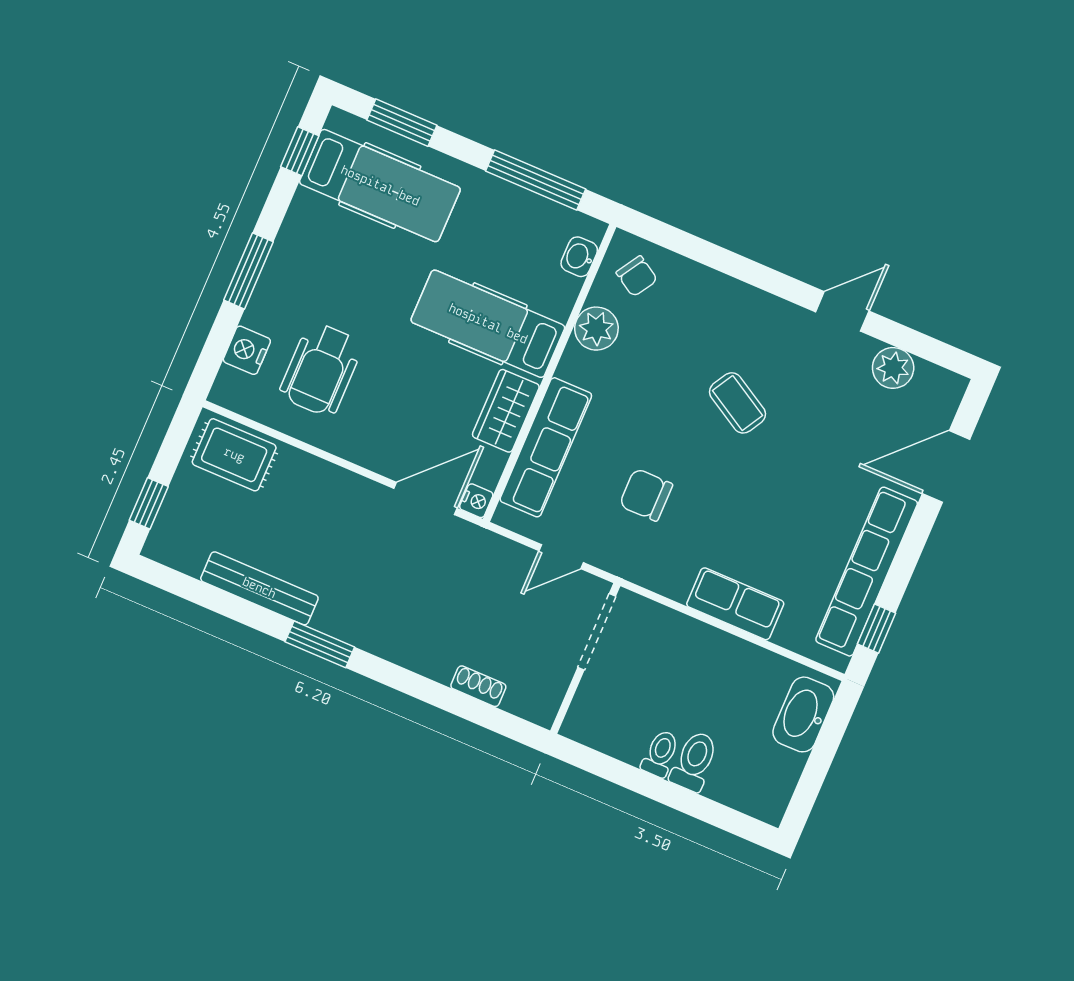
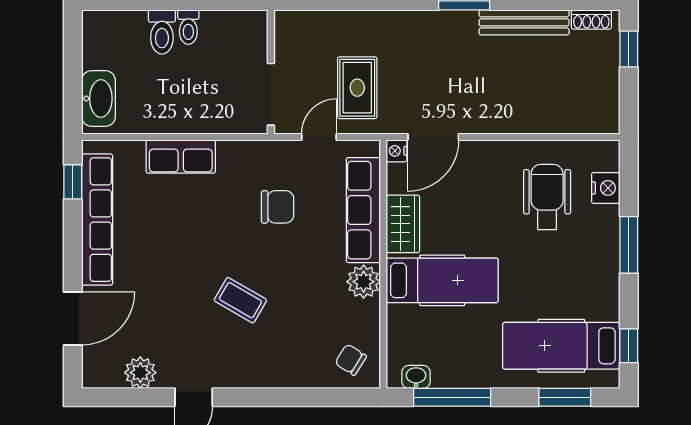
washbasin: (579, 257) -> (416, 377), moved, turned -90
plant: (596, 329) -> (364, 282), moved
rug: (234, 455) -> (357, 88), moved, turned 90
shoe rack: (478, 686) -> (591, 19), moved

